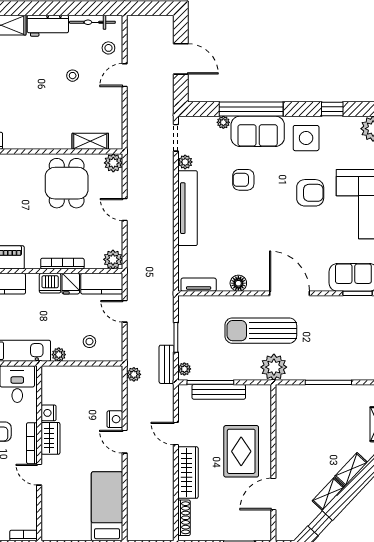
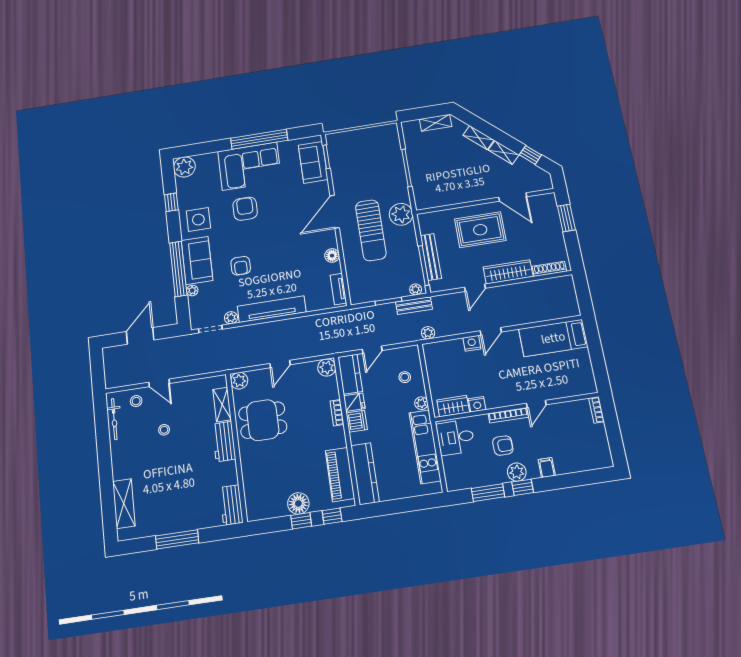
workbench: (48, 26) -> (224, 441), moved, turned 180
bookcase: (62, 264) -> (337, 413), width x0.64
wardrobe: (51, 438) -> (453, 406), moved

